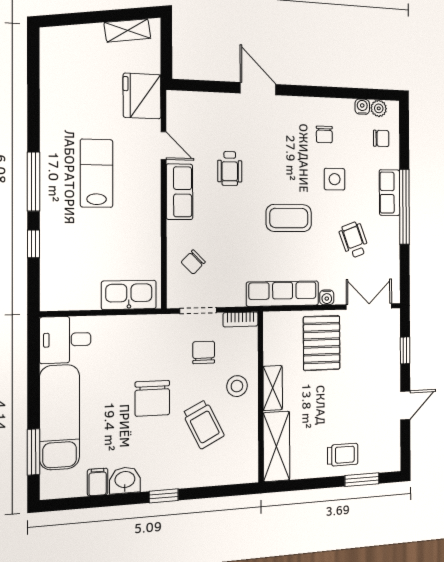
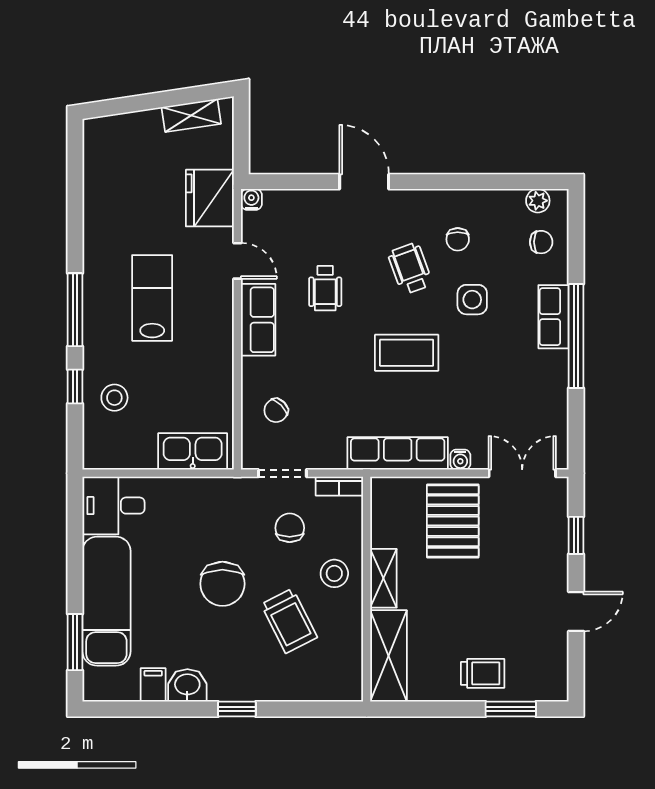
water cooler: (362, 107) -> (251, 199), moved
wheelchair: (354, 240) -> (410, 269), moved
stool: (66, 253) -> (114, 398), added

